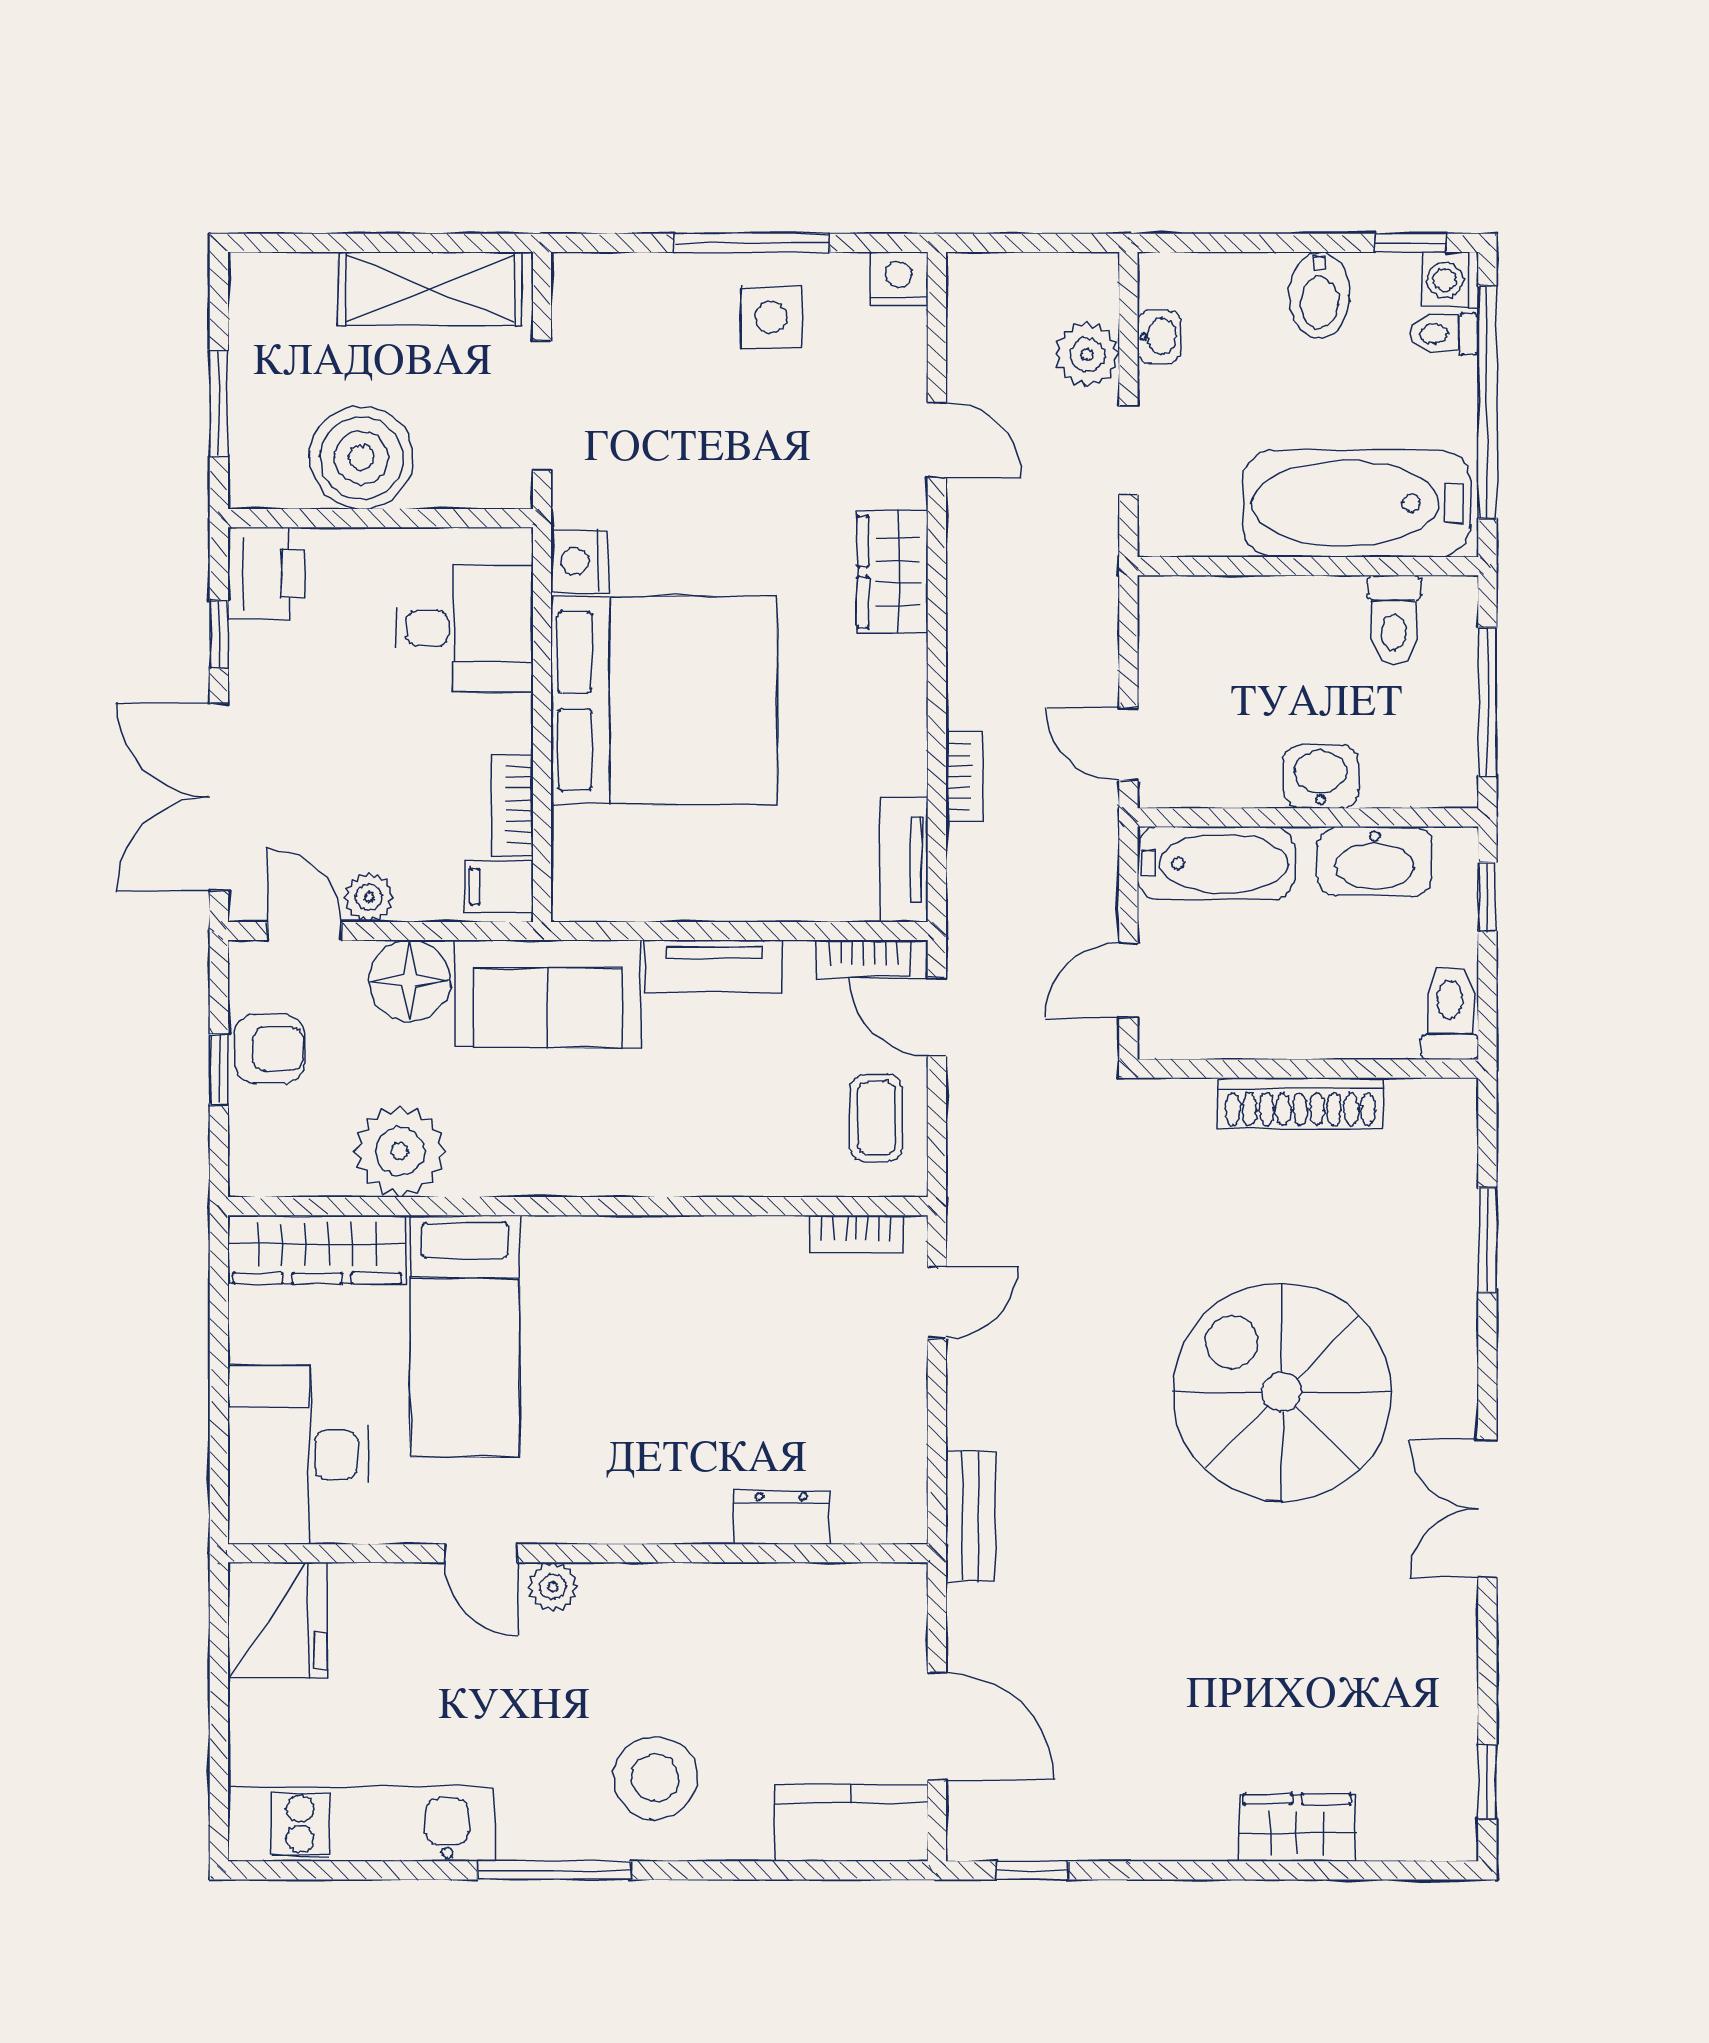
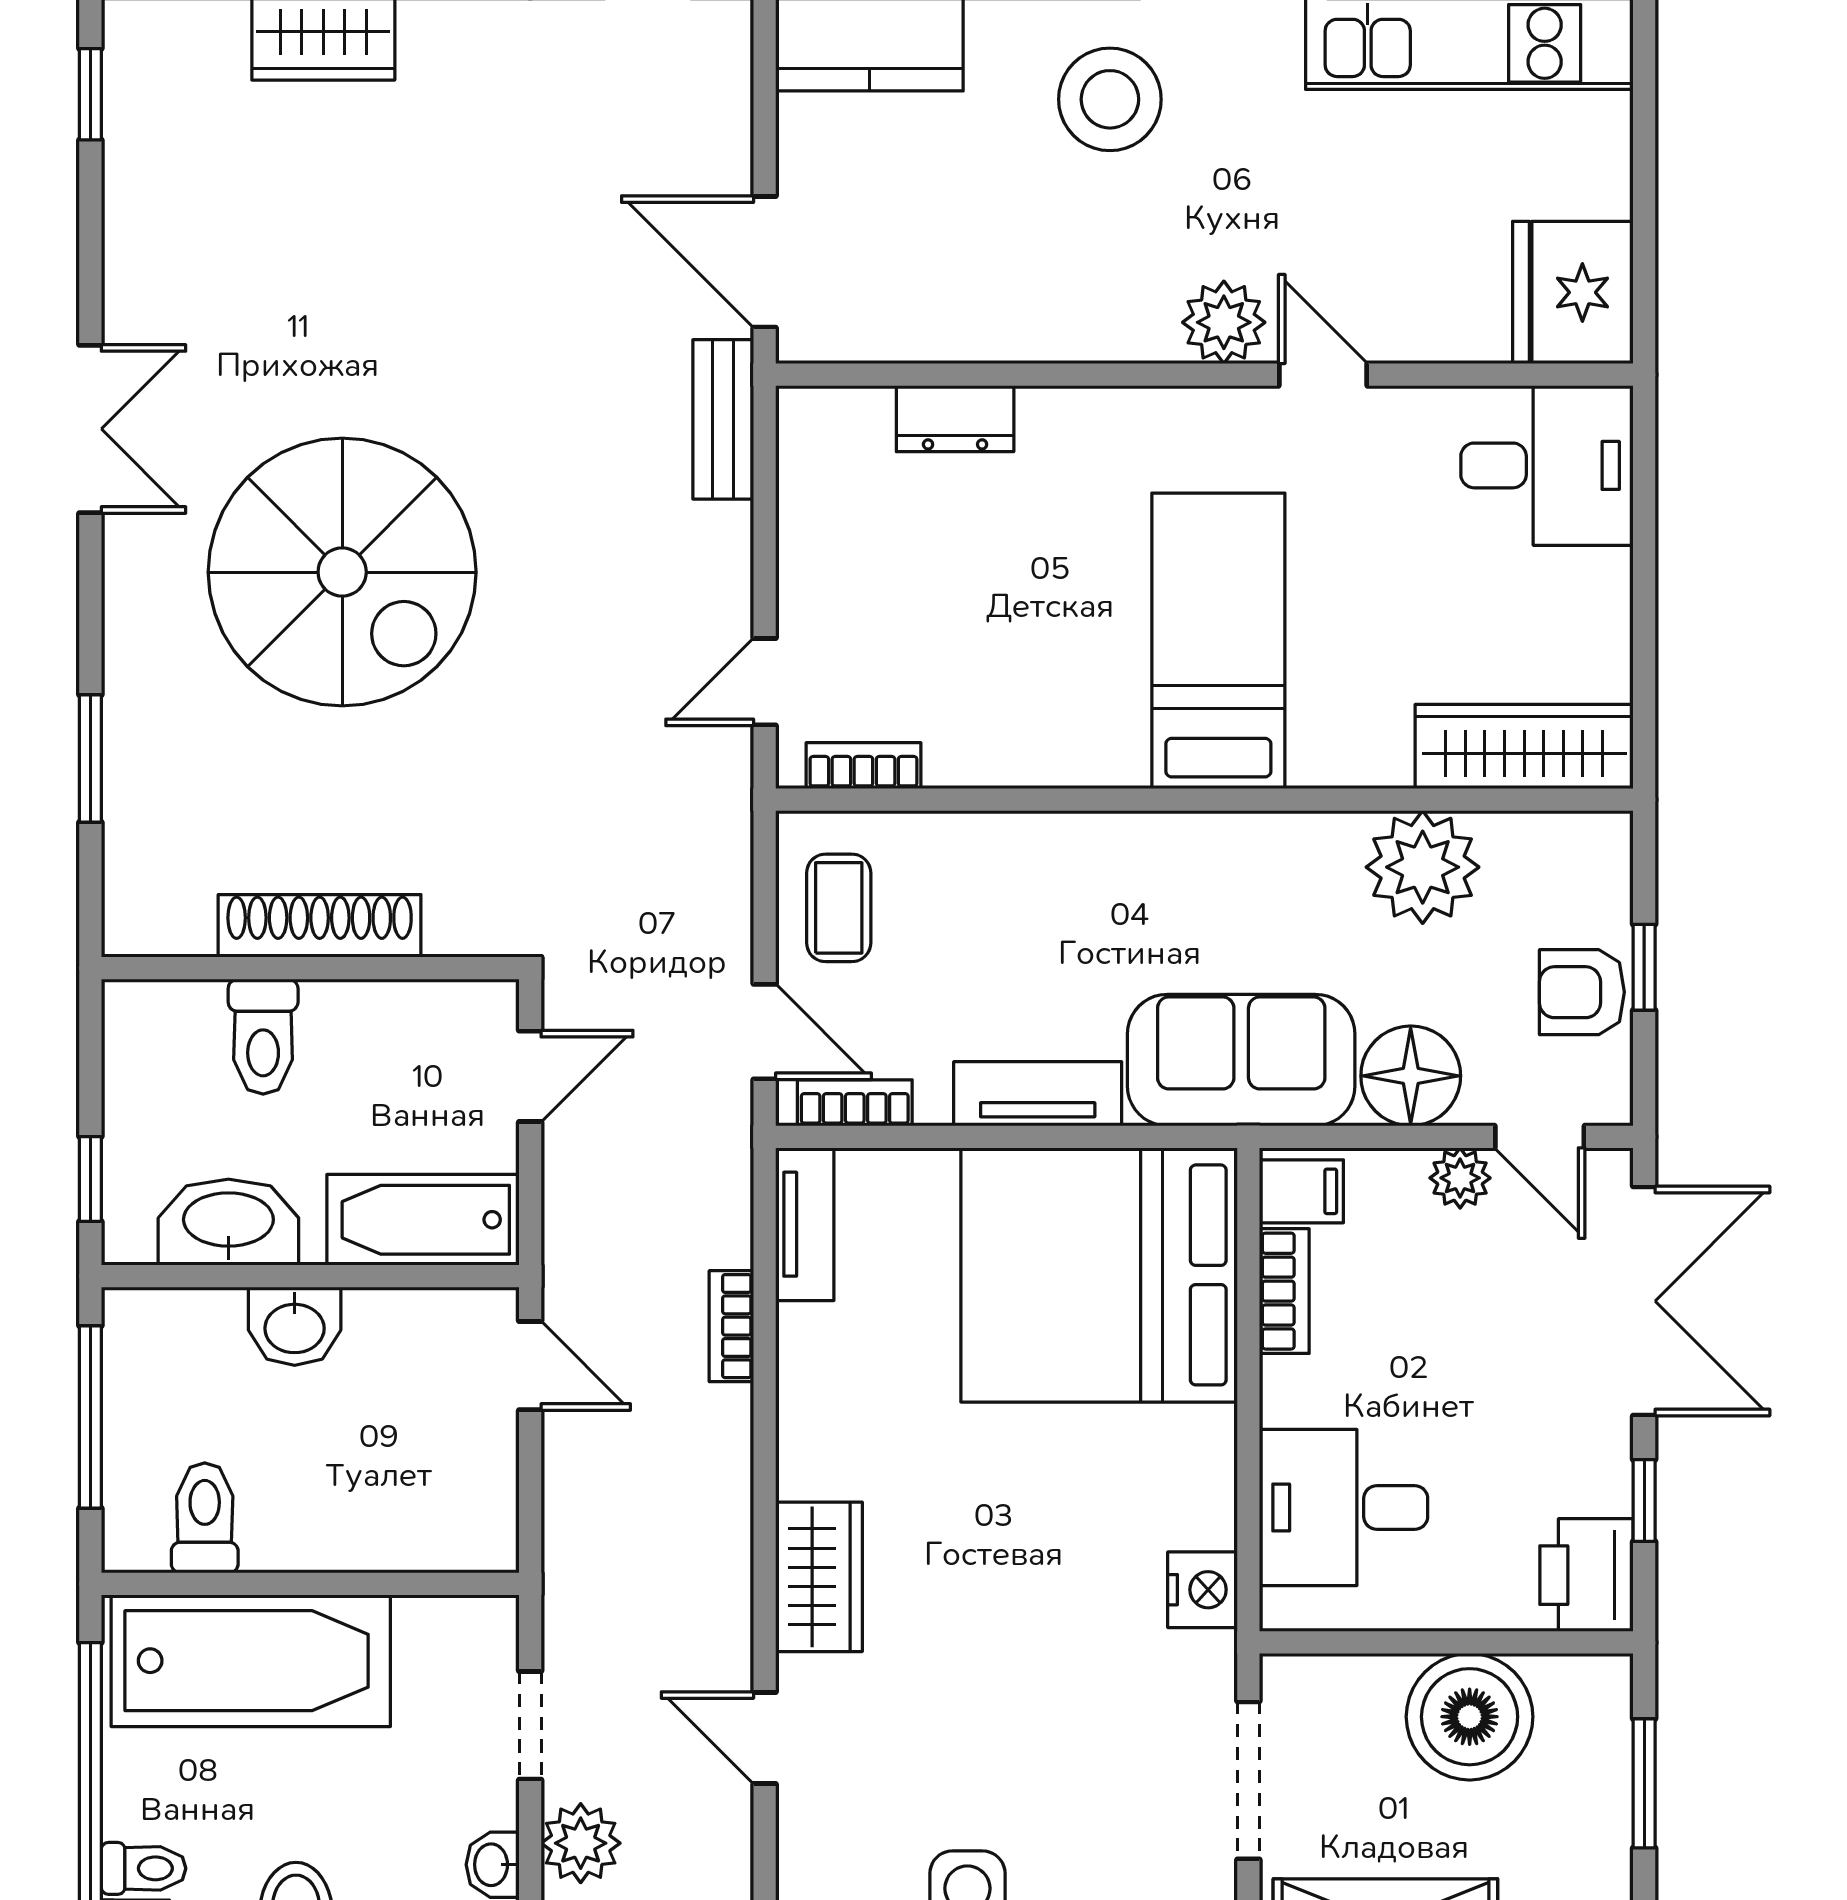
bed: (664, 701) -> (1099, 1275), moved
toilet: (1450, 1013) -> (263, 1037), moved
bed: (465, 1336) -> (1218, 641), moved
desk: (298, 1455) -> (1547, 465), width x0.73
plant: (553, 1587) -> (1224, 322), width x1.38, depth x1.38
door: (937, 1726) -> (765, 262), moved

